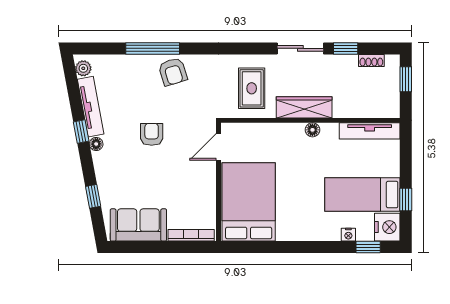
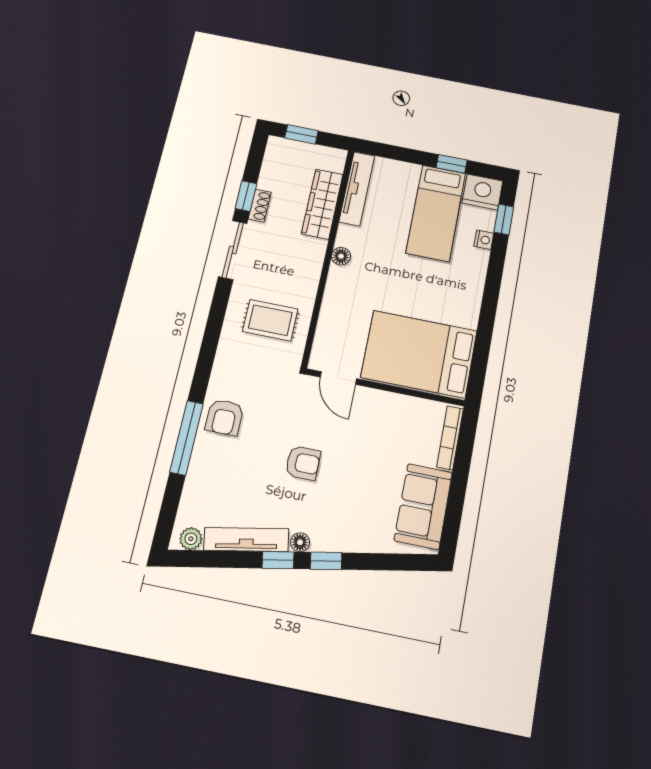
shoe rack: (371, 60) -> (260, 206), moved
armchair: (173, 72) -> (224, 417), turned 107
wardrobe: (304, 107) -> (322, 204), moved
armchair: (152, 134) -> (303, 463), turned 180
window: (93, 196) -> (326, 561), moved

